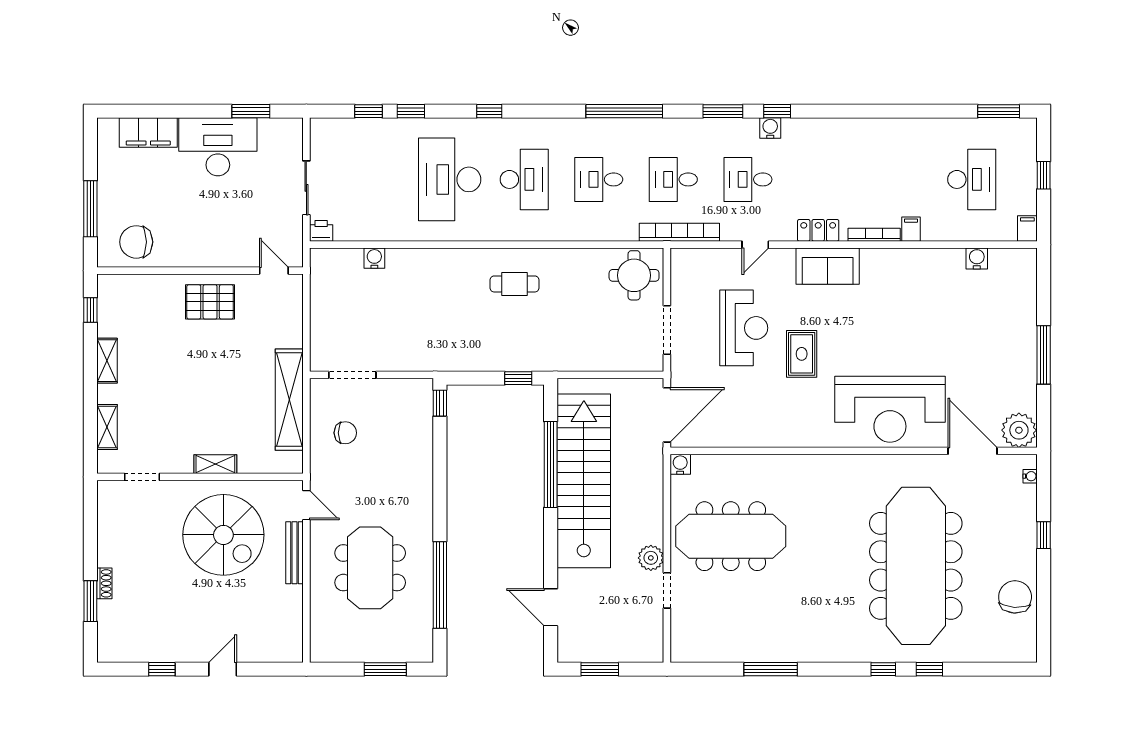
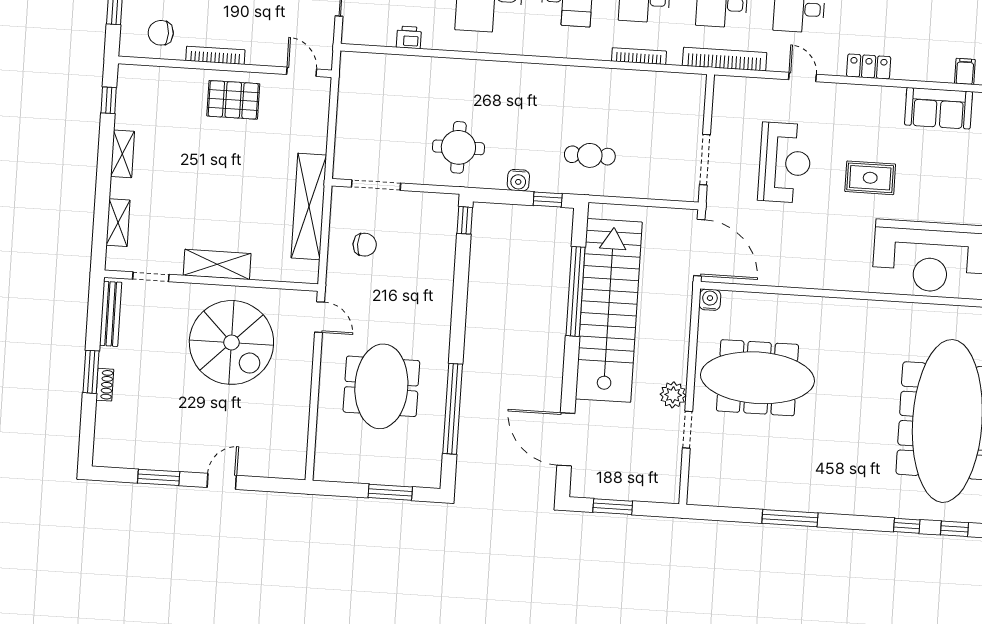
printer: (321, 231) -> (409, 37), moved
bookcase: (874, 235) -> (639, 56), moved
chair: (136, 242) -> (161, 33), width x0.73, depth x0.73
door: (755, 245) -> (802, 77), swing flipped
water cooler: (374, 258) -> (518, 180), moved, turned 180
bookcase: (190, 260) -> (215, 55), added
sofa: (828, 266) -> (938, 108), moved
round table: (634, 275) -> (458, 147), moved
cafe table: (515, 284) -> (590, 155), moved
rug: (802, 354) -> (870, 178), moved, turned 90
door: (667, 415) -> (699, 248), hinge flipped
shelving: (215, 464) -> (217, 264), width x1.50, depth x1.33
bench: (294, 553) -> (111, 314), moved
window: (90, 601) -> (91, 372), moved
door: (551, 607) -> (566, 439), width x1.36
window: (162, 669) -> (159, 477), width x1.50

